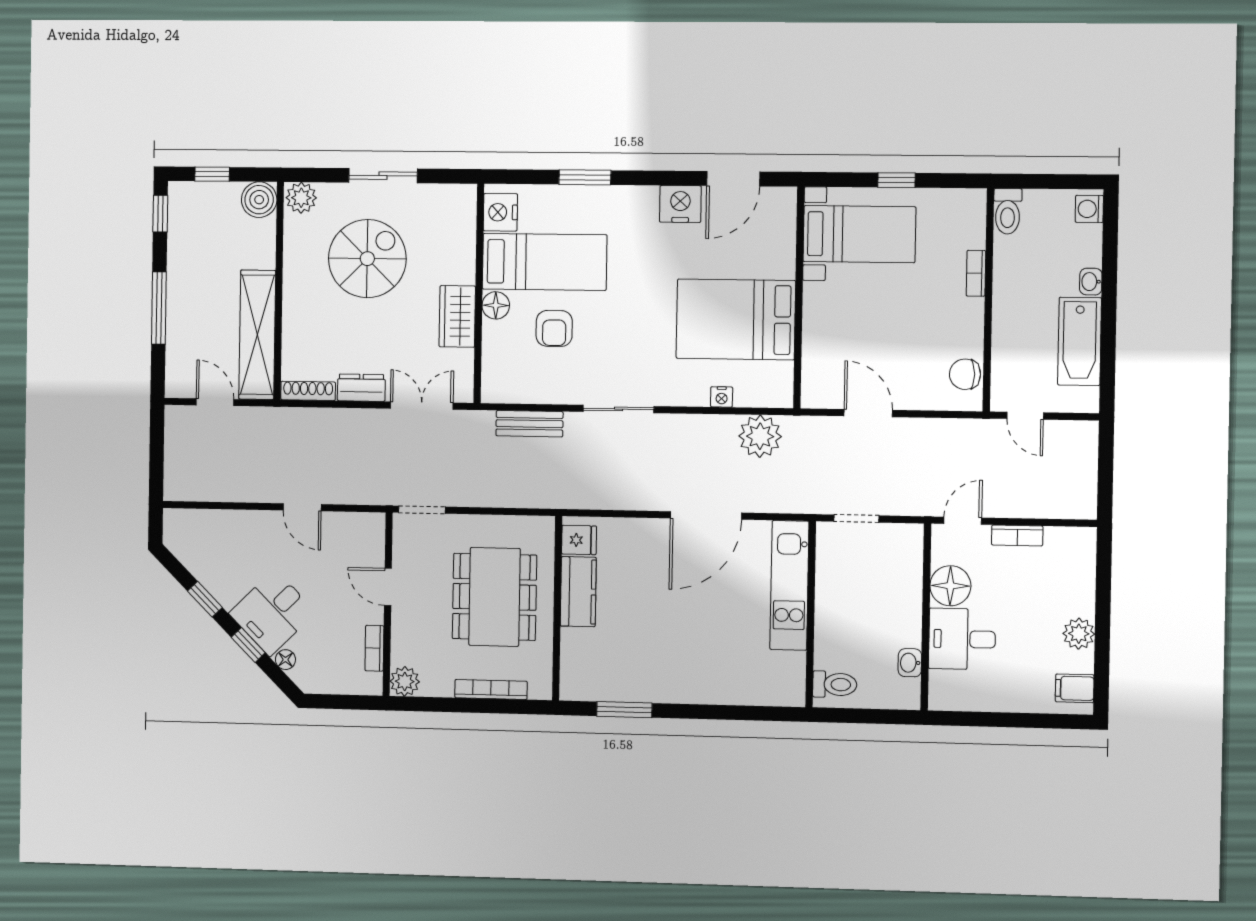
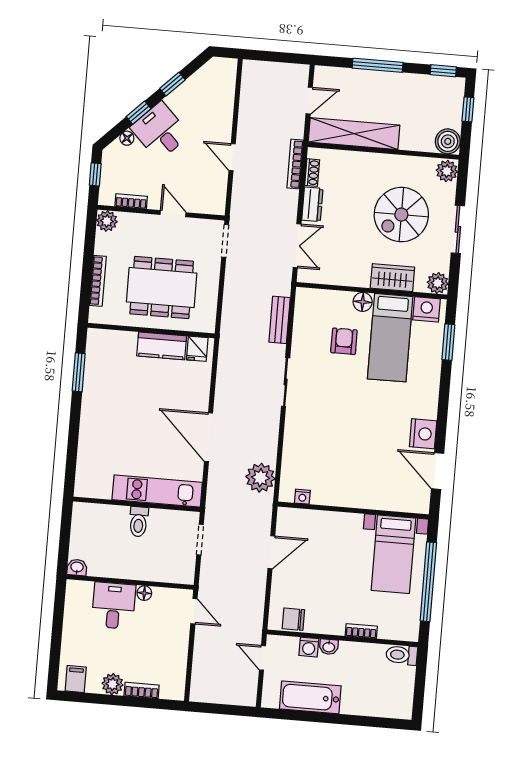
window: (585, 177) -> (448, 342), moved
window: (897, 180) -> (428, 582), width x3.17
plant: (462, 199) -> (438, 283), added
washing machine: (1089, 209) -> (309, 647), moved, turned 180
spiral stairs: (367, 259) -> (401, 215), turned 90
washbasin: (1091, 282) -> (329, 647), moved, turned 180
wardrobe: (457, 316) -> (392, 278), moved
bed: (736, 319) -> (341, 466), removed
armchair: (554, 328) -> (344, 341), turned 90
chair: (965, 374) -> (293, 619), turned -90
shoe rack: (308, 391) -> (312, 173), width x0.70
nightstand: (722, 397) -> (302, 497), moved, turned -90
bookcase: (306, 416) -> (295, 164), added
door: (1025, 416) -> (262, 658), hinge flipped
door: (302, 507) -> (232, 157), hinge flipped
bookcase: (1017, 535) -> (142, 690), moved, turned 90
floor lamp: (950, 586) -> (144, 593), width x0.53, depth x0.53
door: (388, 587) -> (173, 214), hinge flipped
washbasin: (910, 663) -> (77, 567), moved
toilet: (835, 684) -> (139, 522), moved
window: (340, 702) -> (95, 174), added

